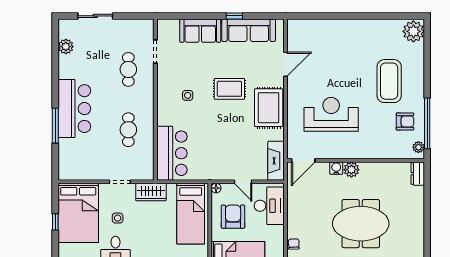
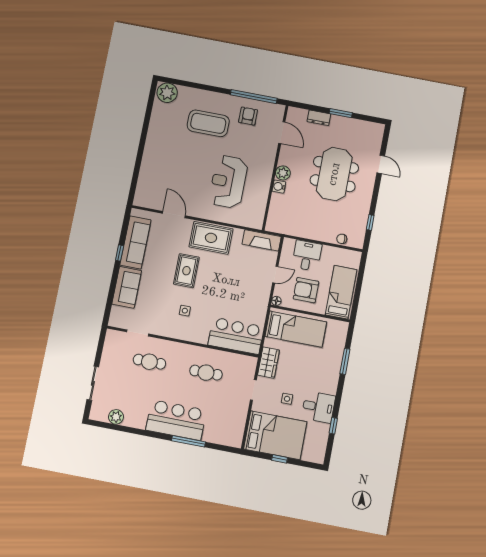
plant: (418, 147) -> (274, 108), removed
door: (303, 160) -> (282, 133), moved
dresser: (418, 174) -> (319, 118), moved
desk: (269, 206) -> (307, 256), width x0.73
window: (427, 219) -> (341, 113), added

